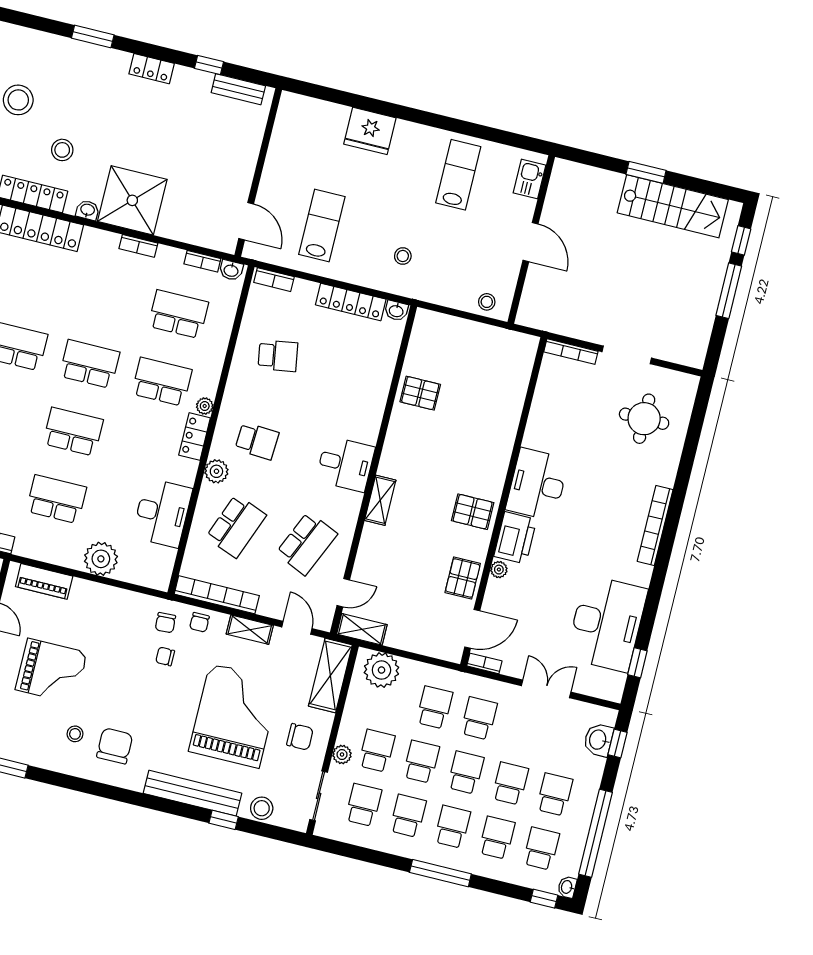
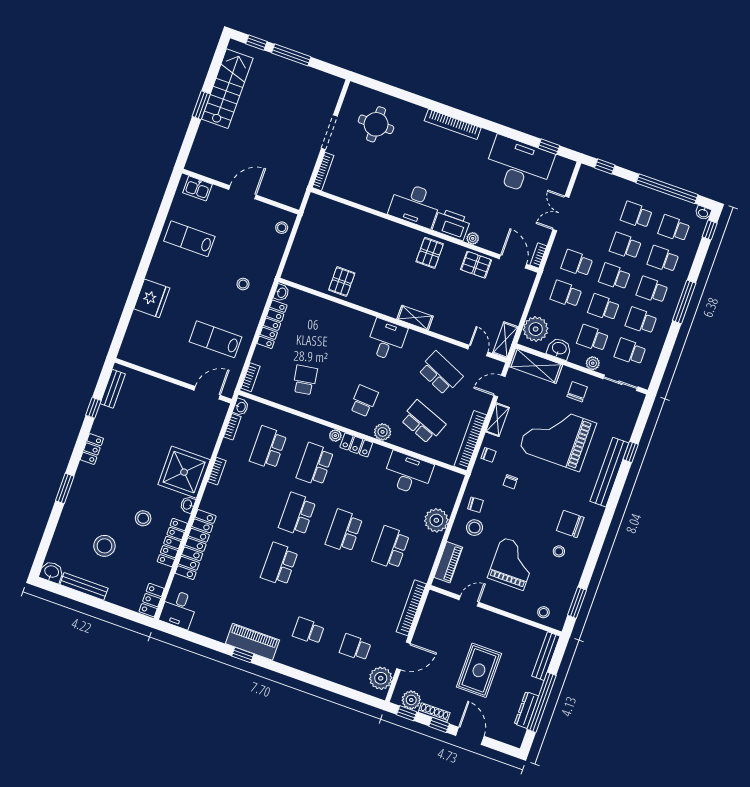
chair: (165, 623) -> (475, 505), moved
washbasin: (598, 740) -> (559, 349), moved, turned 180
stool: (262, 808) -> (475, 528), moved

